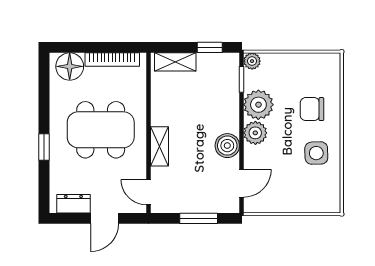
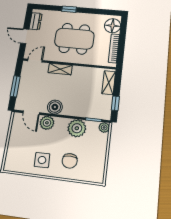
chair: (312, 109) -> (70, 161), turned 180
dining table: (101, 130) -> (74, 39), turned 90
plant: (255, 133) -> (47, 123), moved

